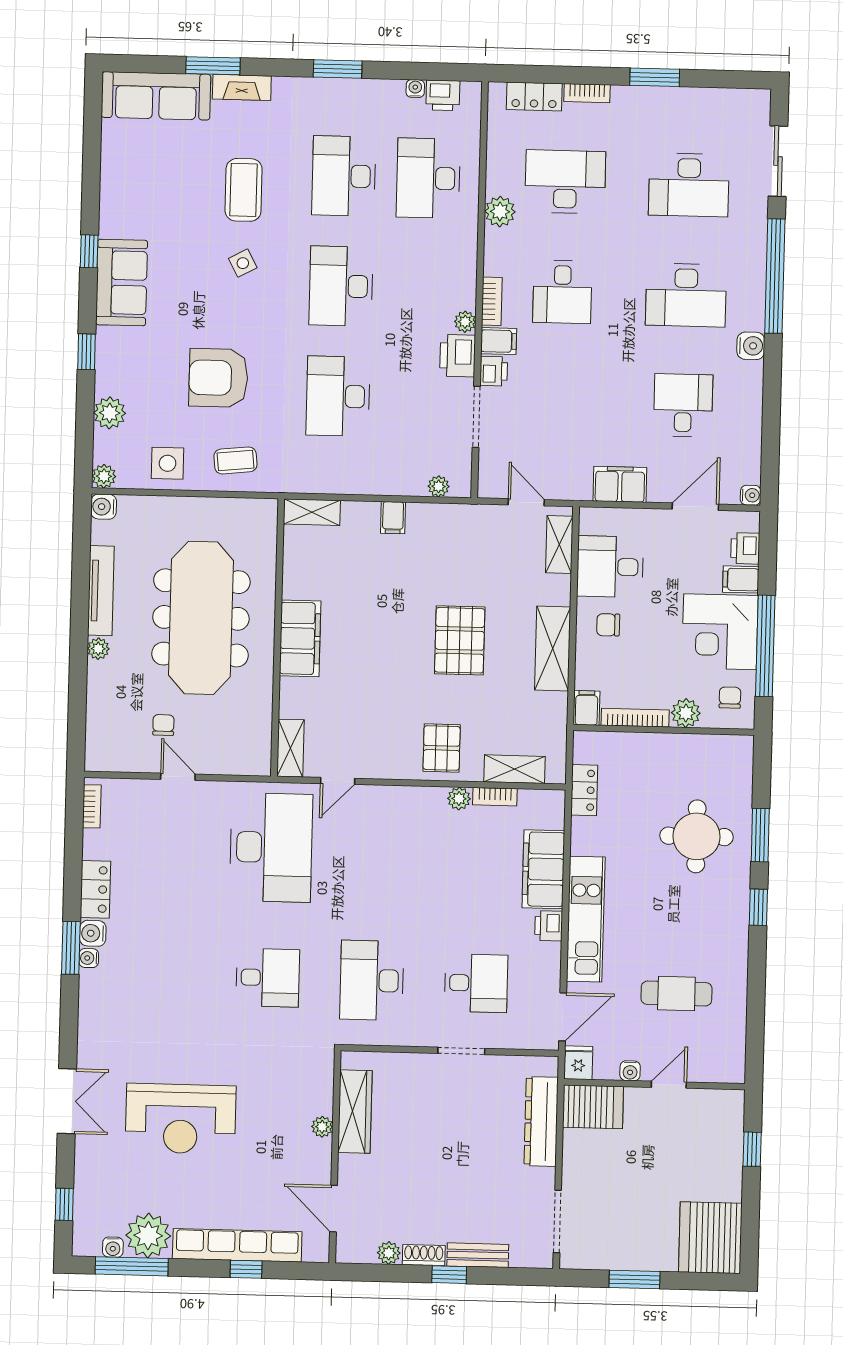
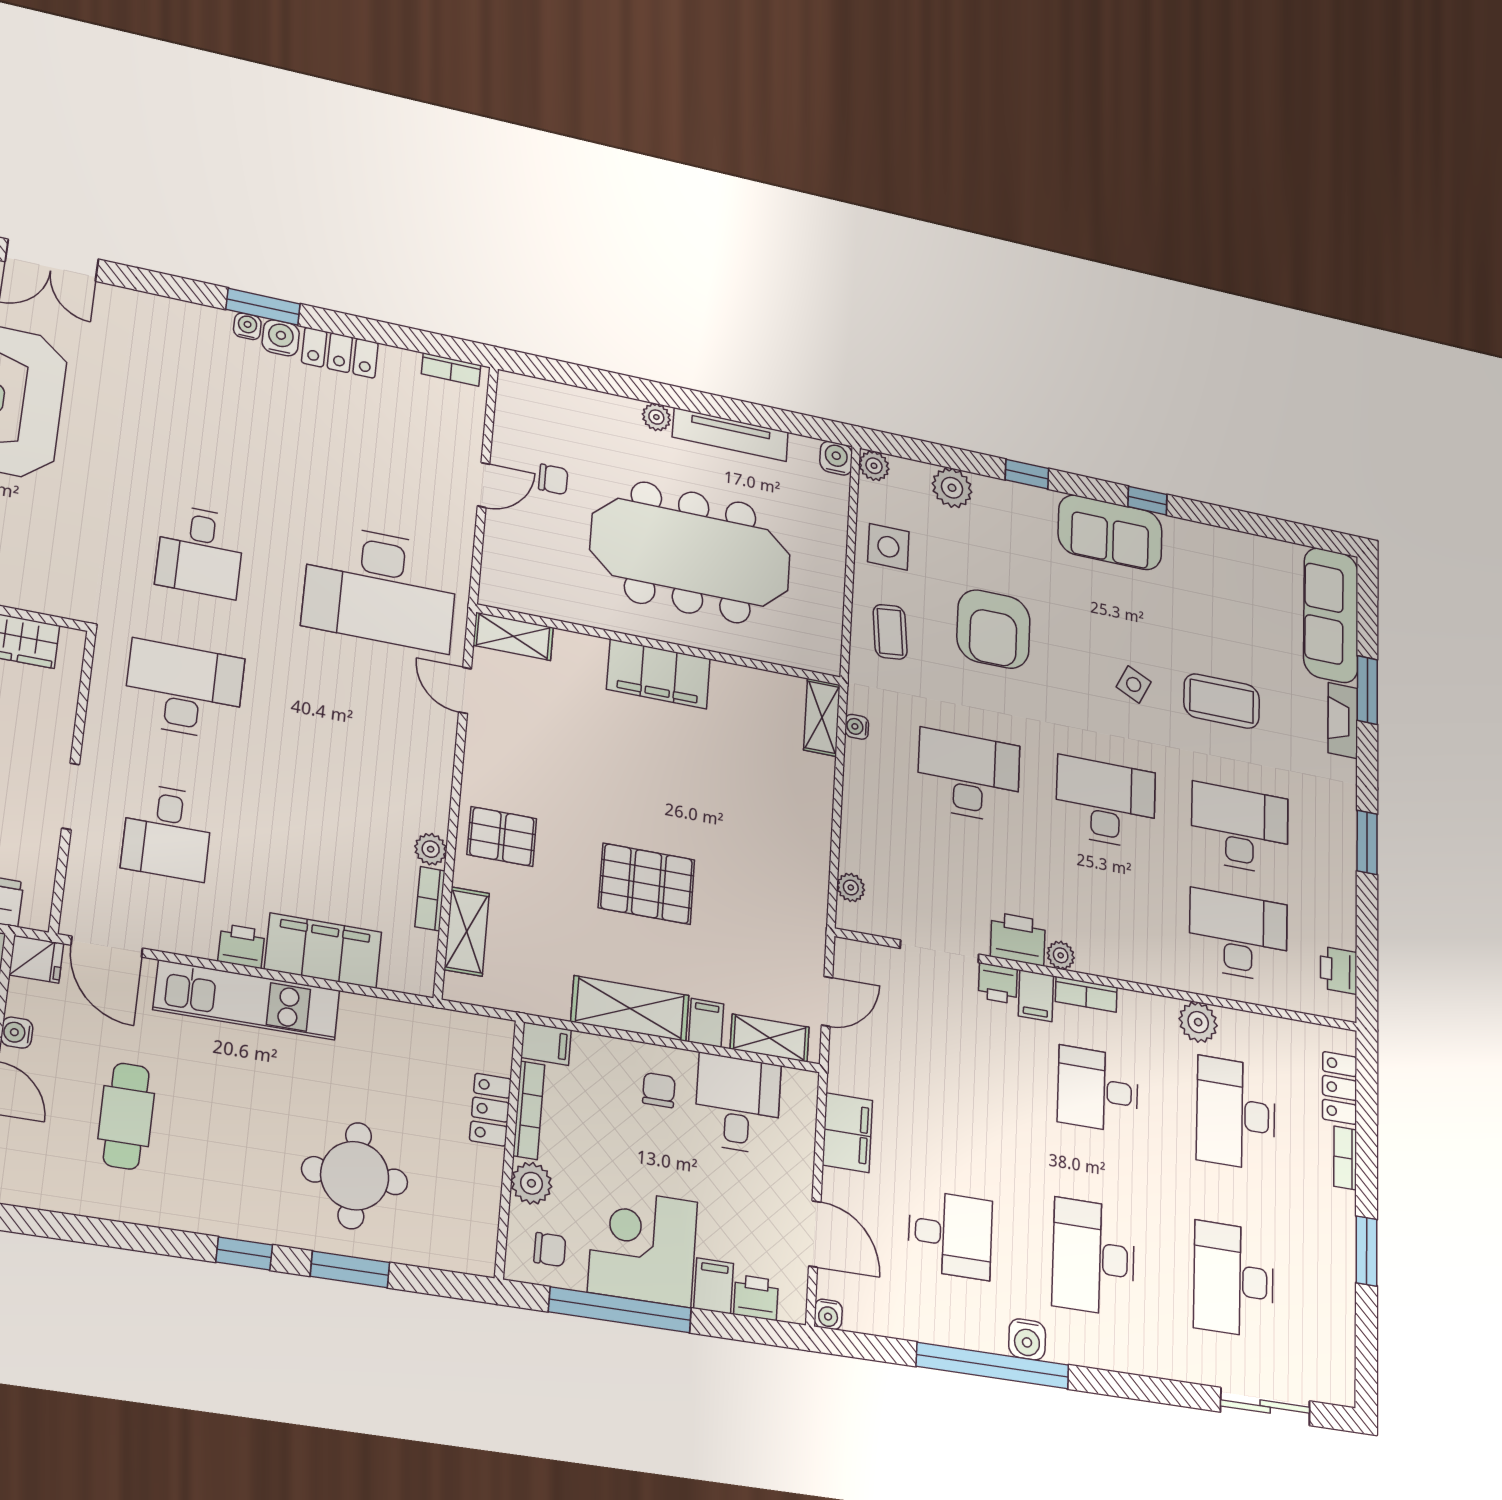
water cooler: (415, 89) -> (857, 727), moved, turned 180
desk: (565, 182) -> (1236, 1114), turned 180
side table: (243, 263) -> (1134, 684), turned -36
window: (775, 276) -> (993, 1366), moved
armchair: (218, 378) -> (993, 629), turned 180
filing cabinet: (393, 518) -> (706, 1023), moved, turned 90
locker: (584, 790) -> (490, 1110), moved, turned 90

